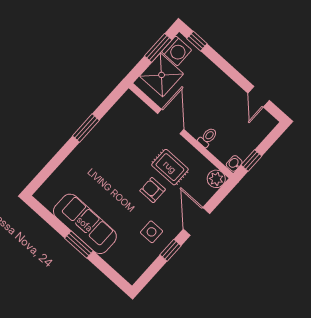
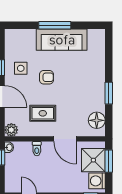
window: (158, 48) -> (109, 161), moved
floor lamp: (122, 112) -> (97, 120), added
armchair: (153, 190) -> (46, 77), moved
window: (79, 244) -> (55, 25), width x1.44

